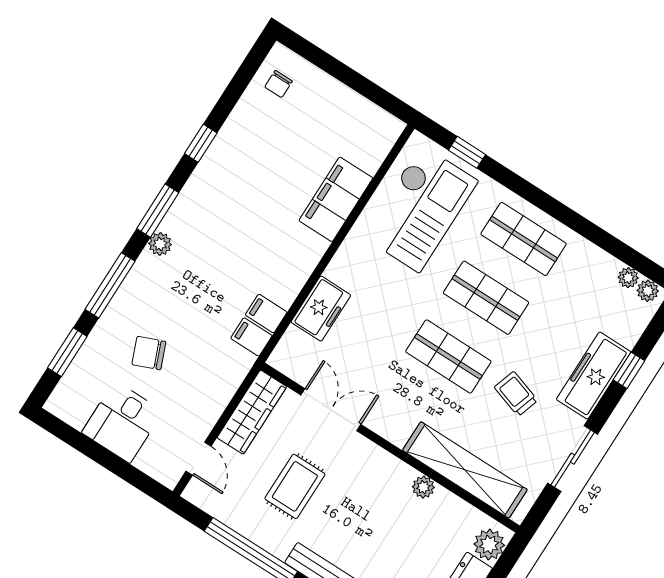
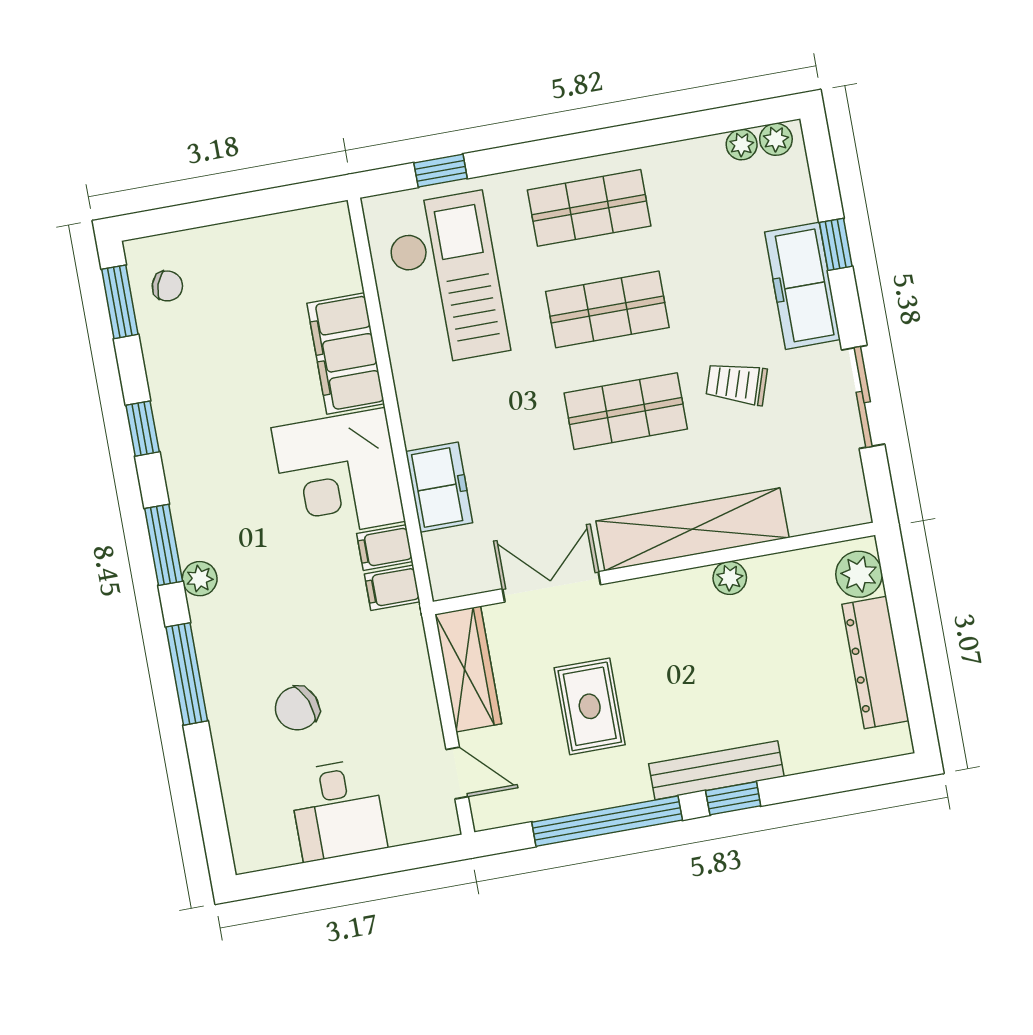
chair: (279, 84) -> (167, 286), turned -71
corner desk: (277, 256) -> (338, 475), added
window: (67, 352) -> (120, 302), moved
shelving: (465, 470) -> (692, 529), moved

